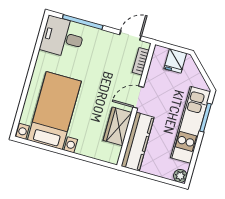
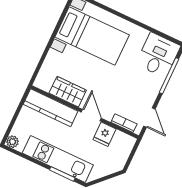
fridge: (175, 61) -> (104, 134), moved, turned -90

